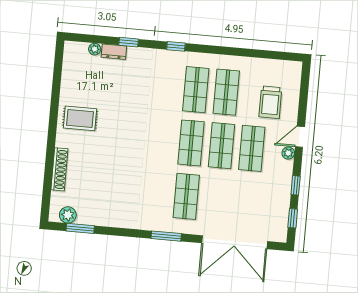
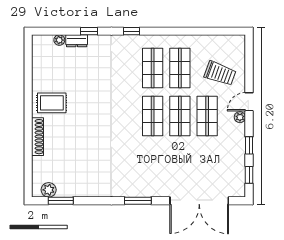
trolley: (270, 102) -> (220, 73), turned -70
shoe rack: (59, 169) -> (38, 137), moved
shop shelf: (186, 196) -> (153, 164), removed

